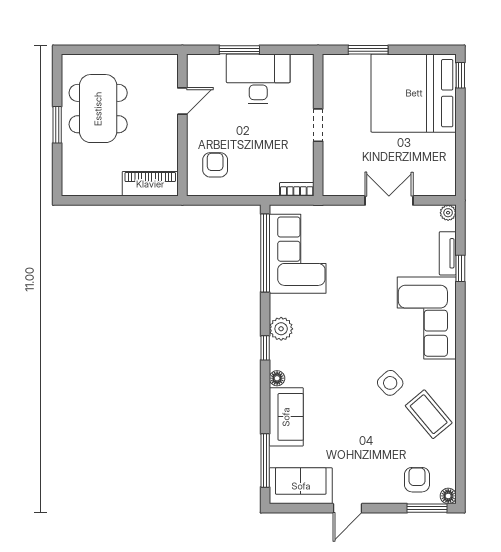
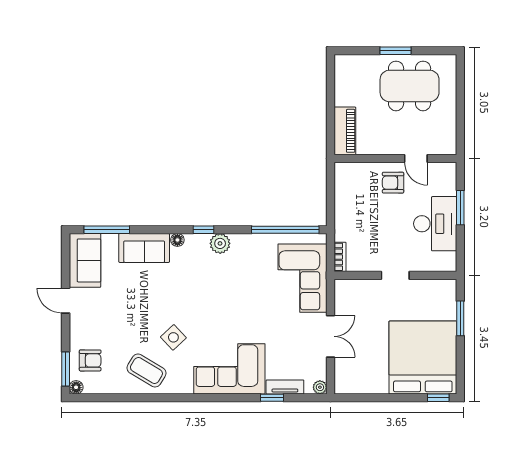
armchair: (215, 165) -> (393, 183), moved, turned 180
corner sofa: (298, 254) -> (302, 278), moved, turned 90
coffee table: (429, 414) -> (146, 370), turned 71

